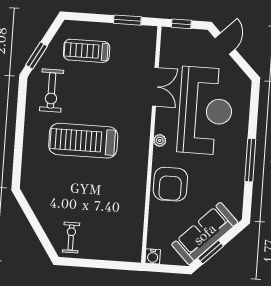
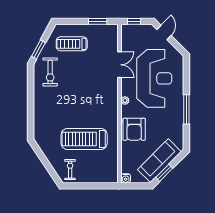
treadmill: (83, 141) -> (84, 139), moved

